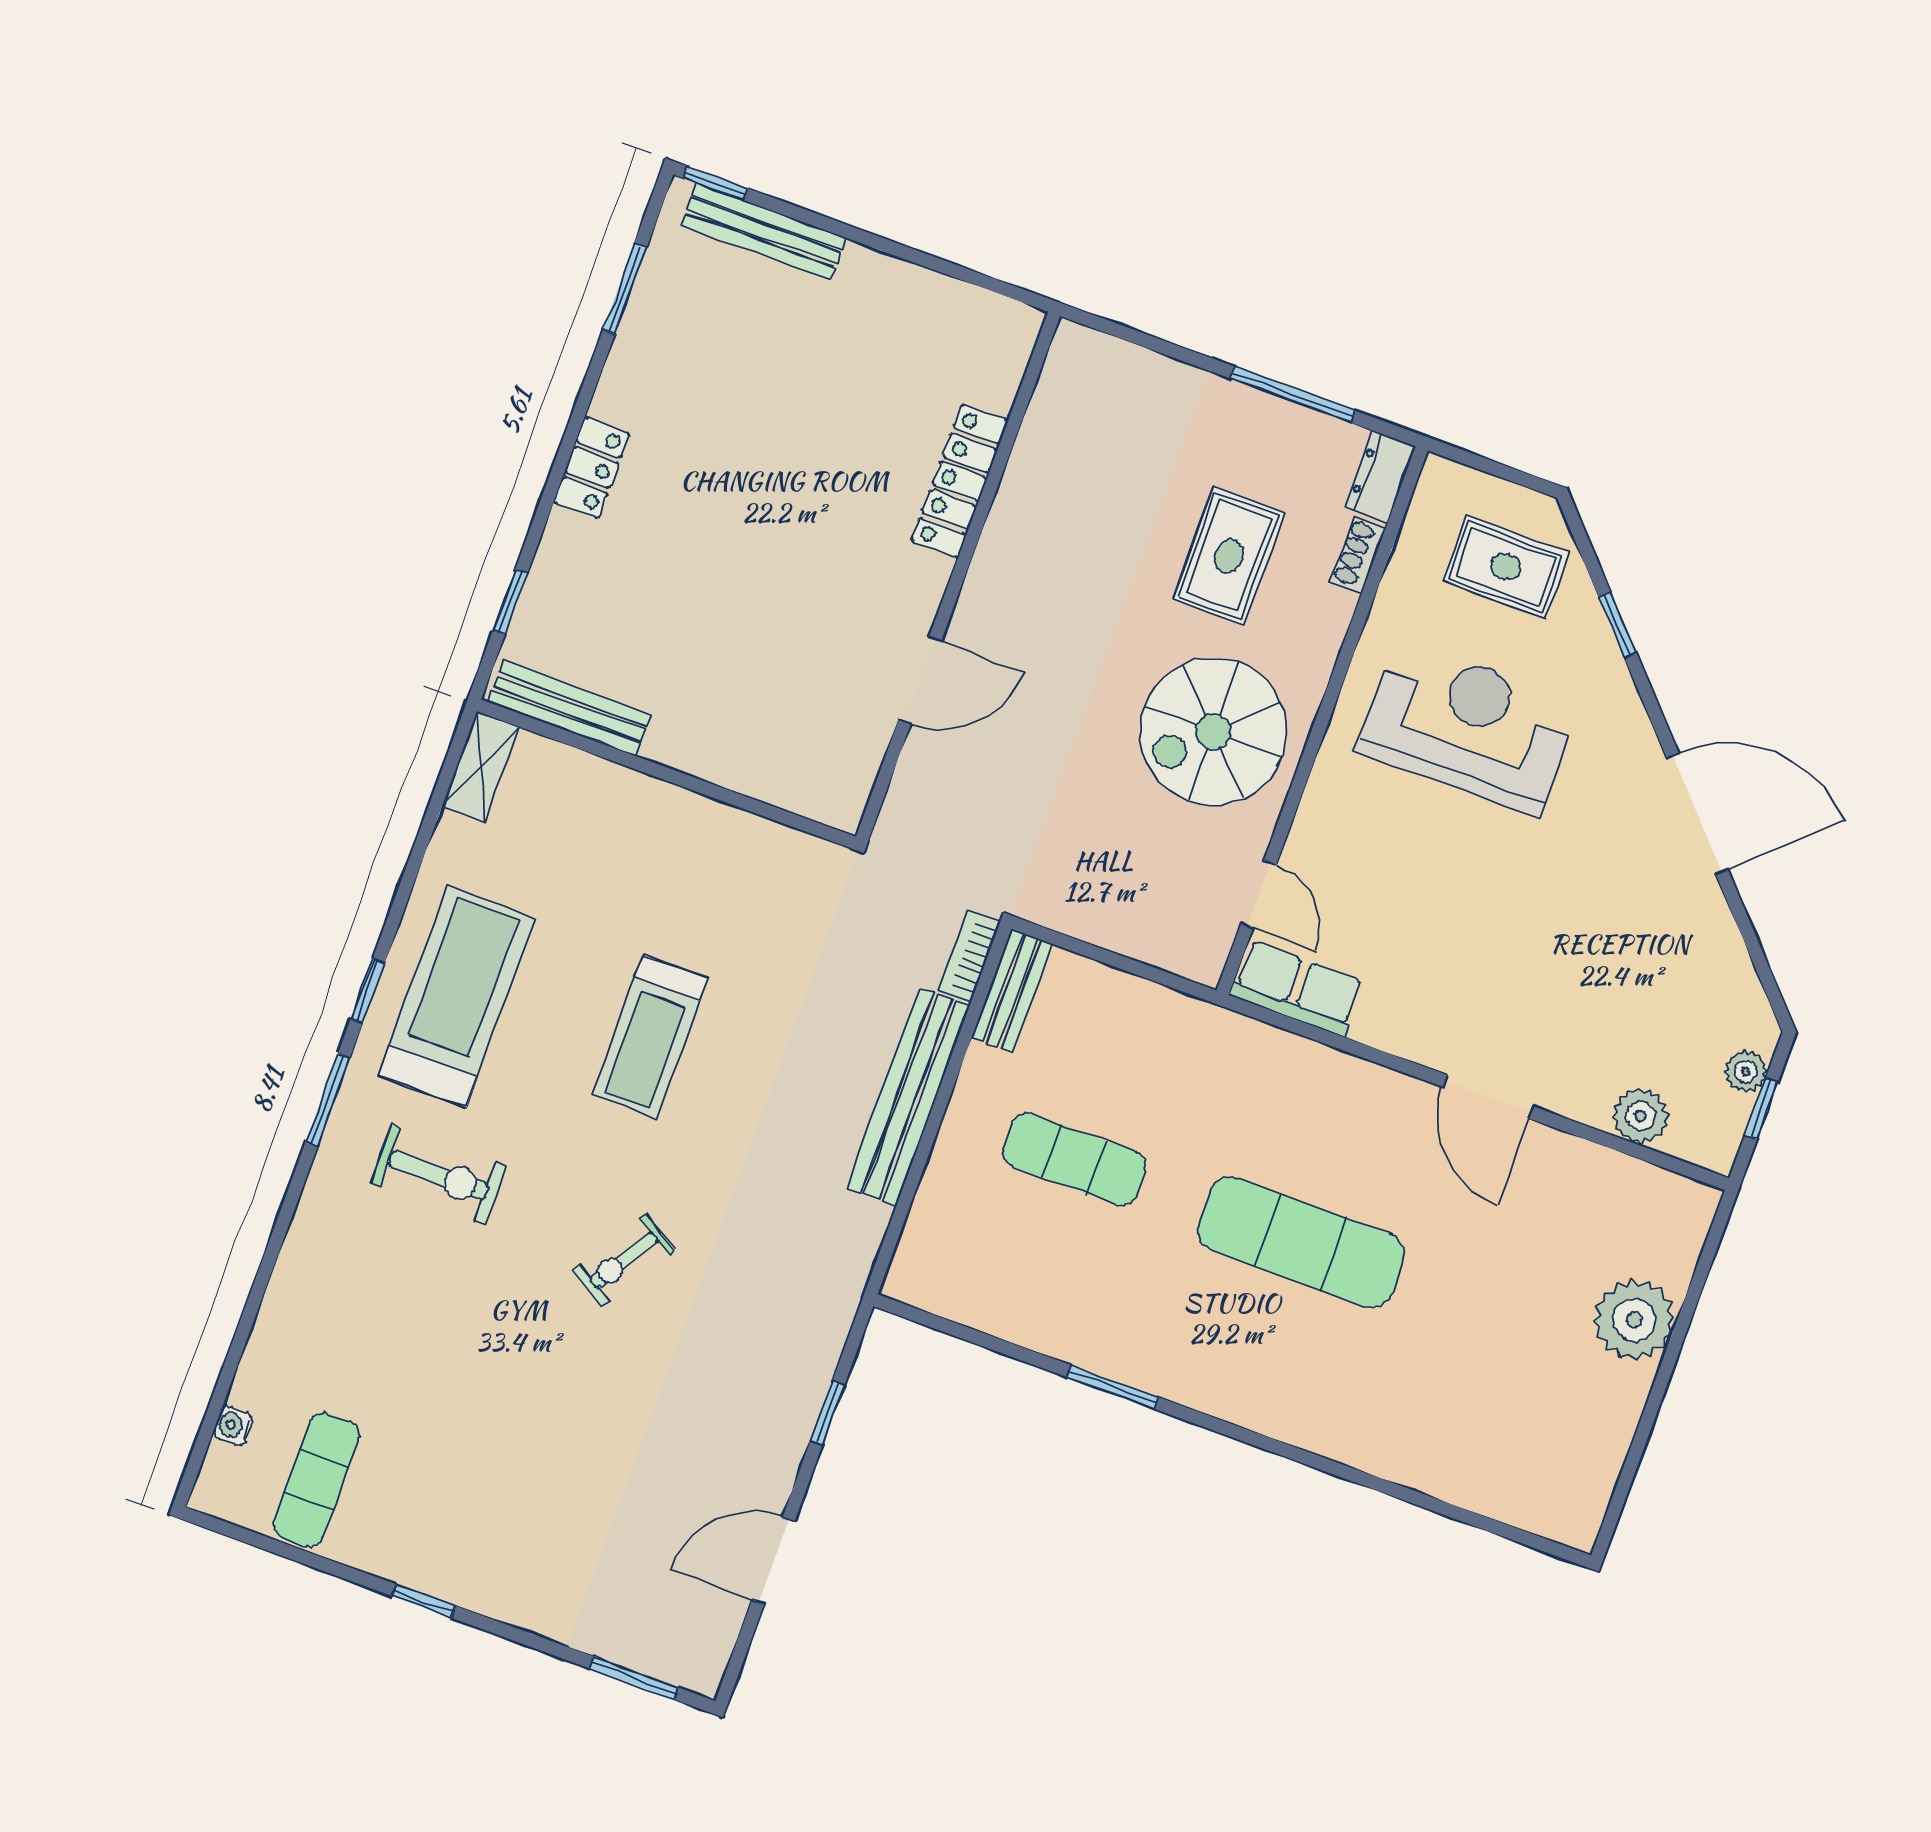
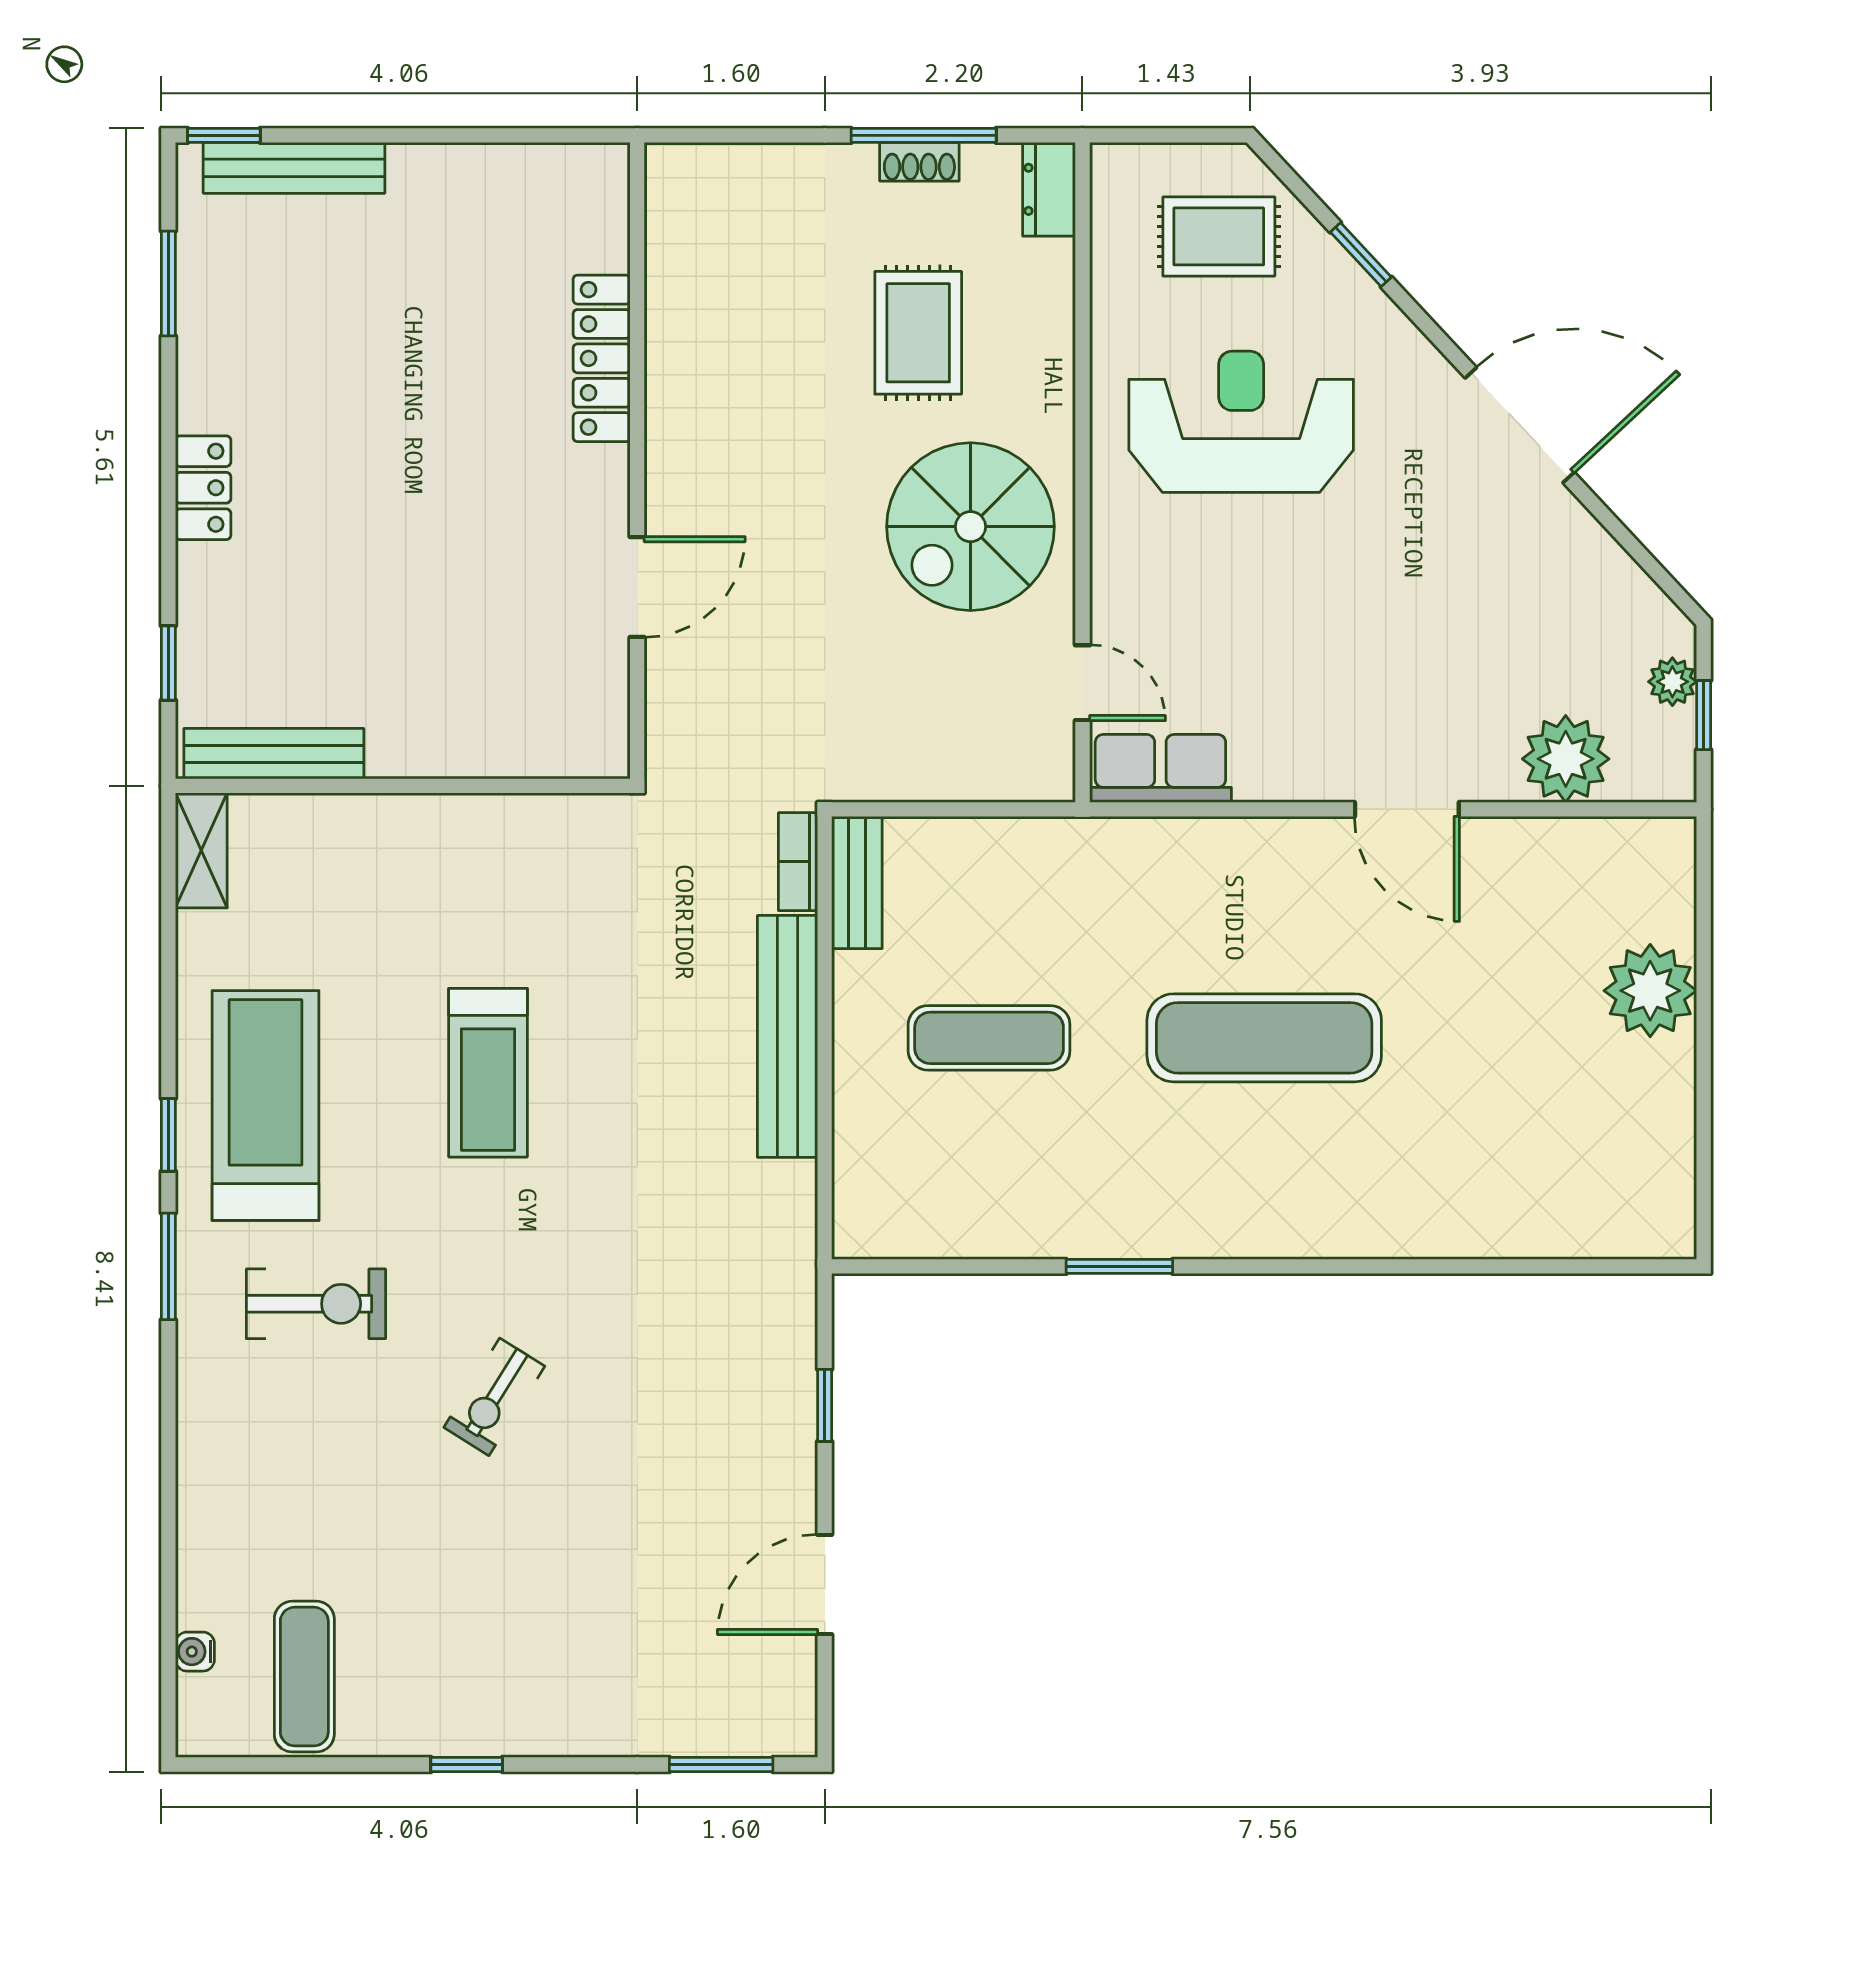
shoe rack: (1358, 554) -> (919, 162), moved, turned -90
plant: (1640, 1116) -> (1566, 759), width x1.36, depth x1.36
exercise bike: (624, 1260) -> (494, 1397), moved

